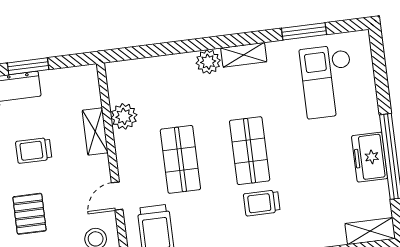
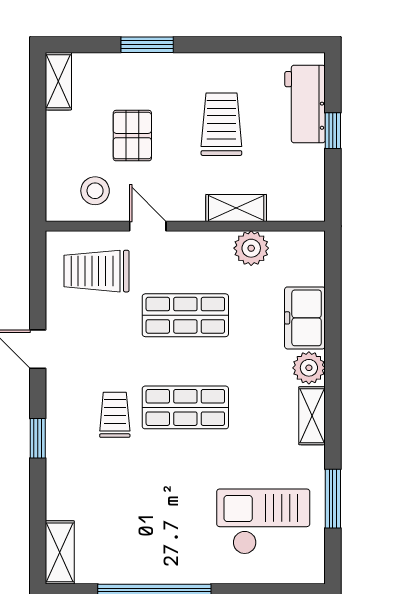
window: (28, 66) -> (333, 131), width x0.67
trolley: (34, 150) -> (221, 124), width x1.36, depth x1.39
freezer: (370, 157) -> (305, 318), moved, turned -90
pallet: (29, 214) -> (132, 136), moved, turned 90

